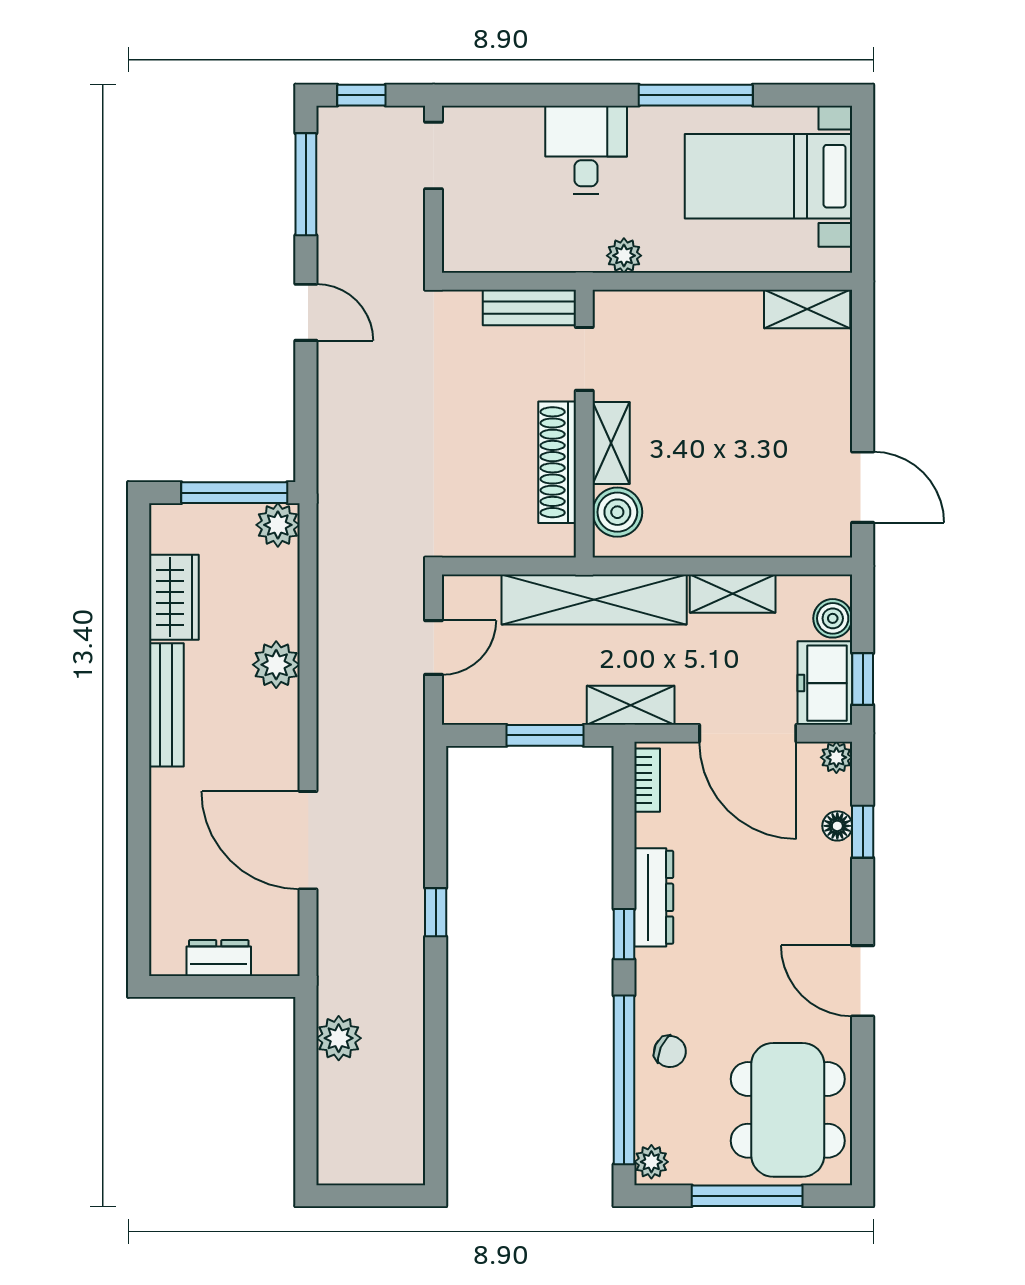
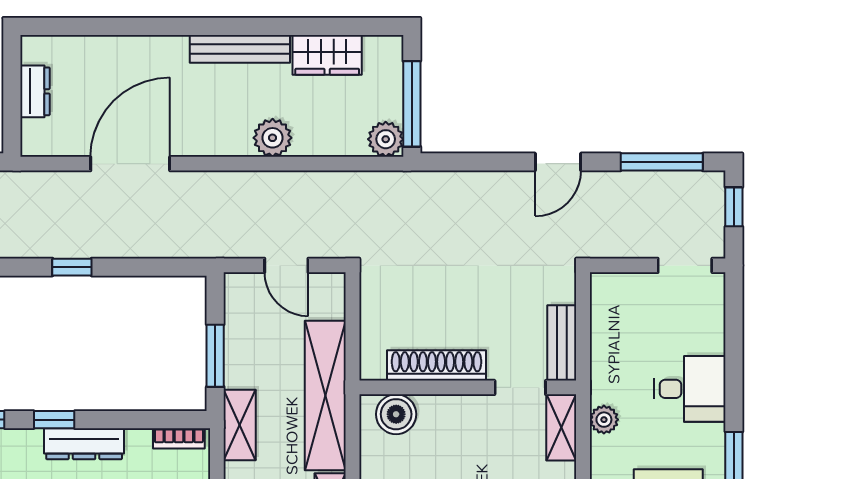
shelving: (611, 443) -> (561, 427), moved, turned 90

